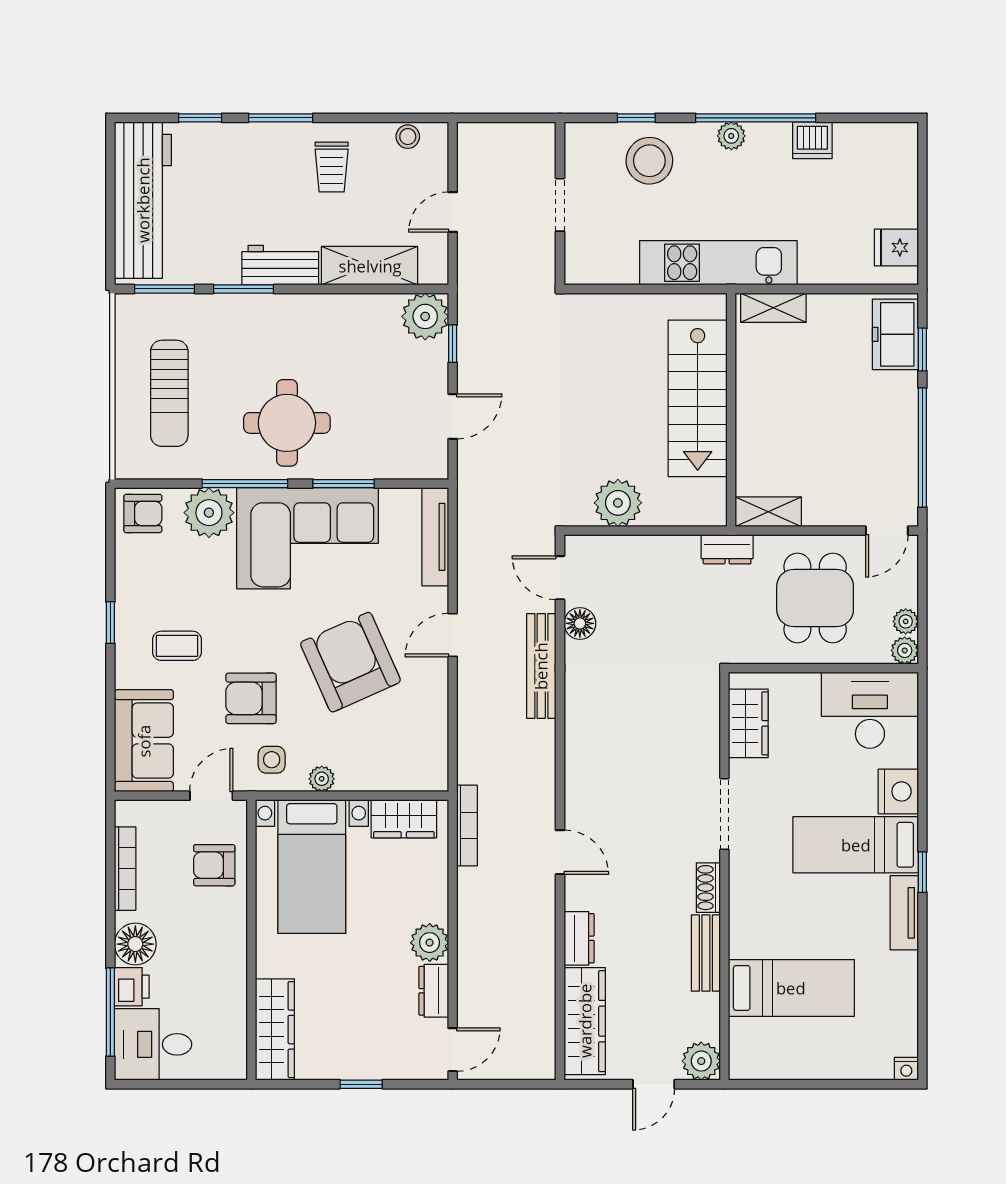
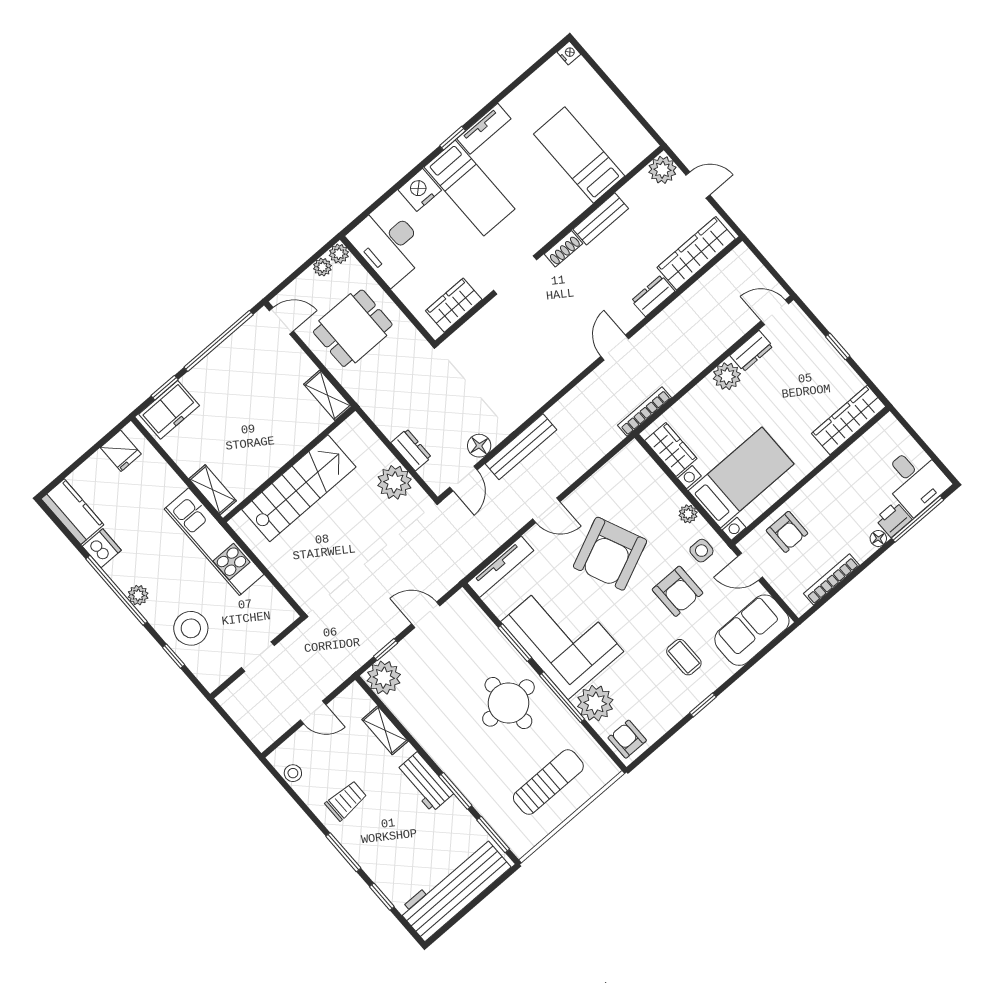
kitchen counter: (877, 143) -> (72, 512), added
shelving: (370, 266) -> (385, 730), width x0.67, depth x0.75
dresser: (727, 549) -> (411, 450), moved
floor lamp: (135, 944) -> (878, 538), width x0.53, depth x0.53

